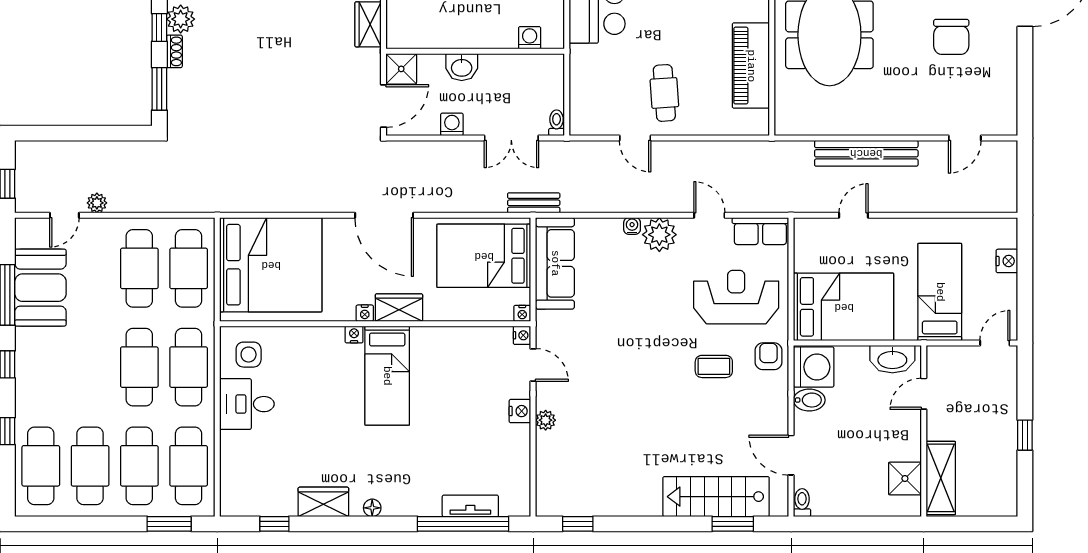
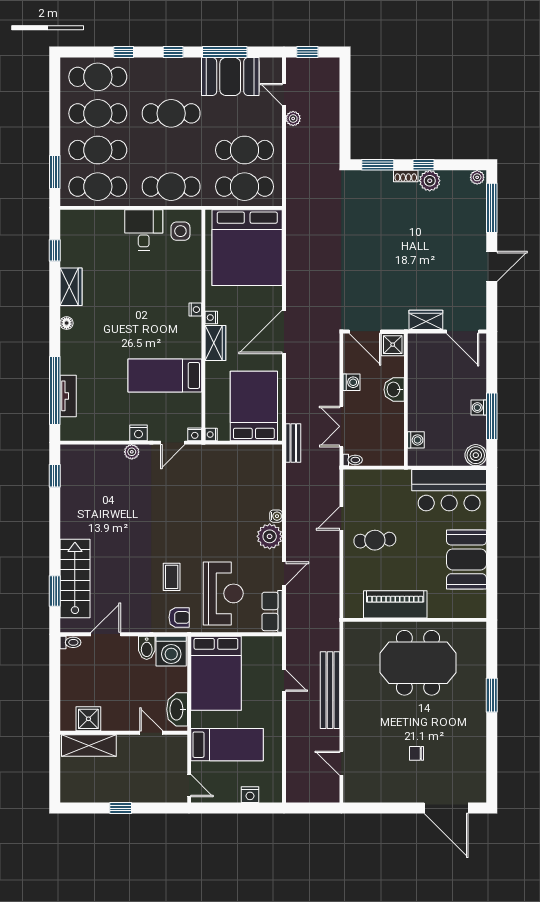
chair: (951, 37) -> (417, 753), width x0.54, depth x0.54
sofa: (555, 263) -> (248, 459), removed
cafe table: (139, 367) -> (171, 113), moved
bed: (387, 376) -> (165, 375), moved

